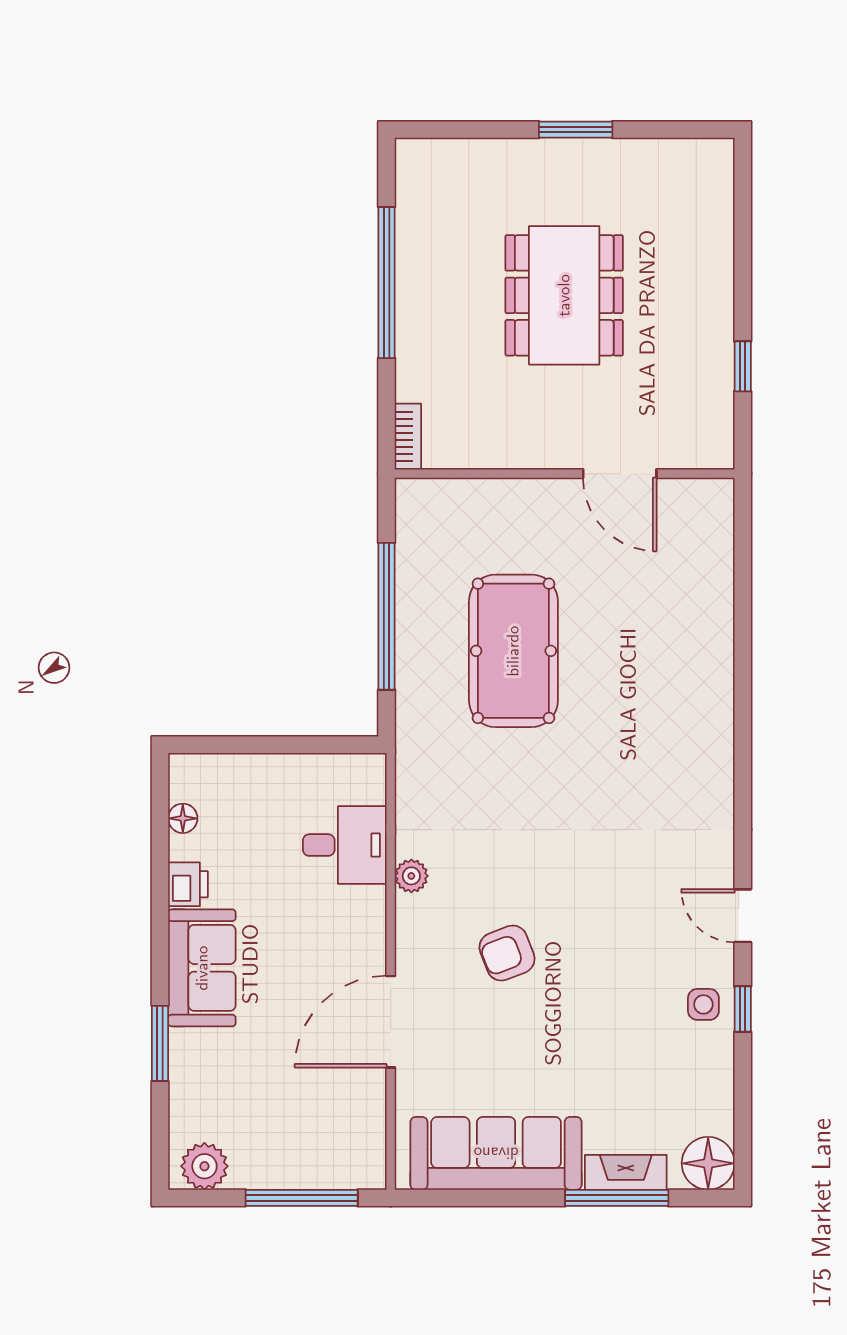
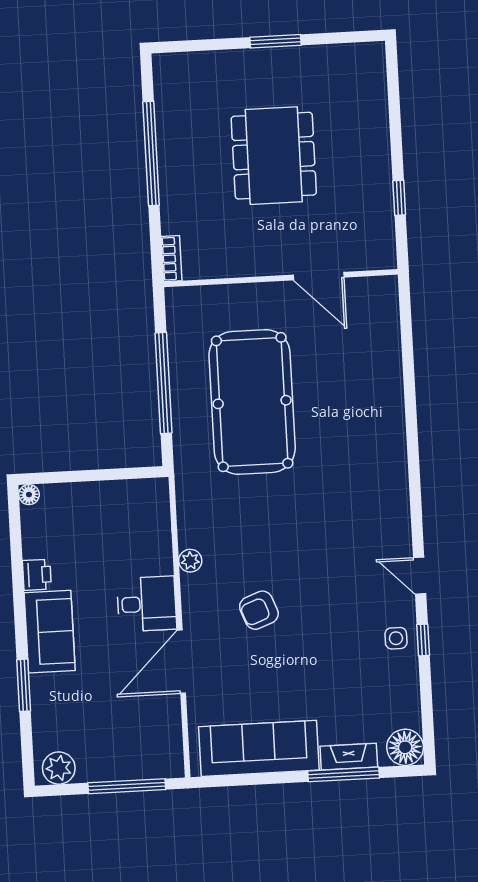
pool table: (513, 651) -> (252, 402), width x1.36, depth x1.32
floor lamp: (183, 818) -> (29, 495), moved
desk: (345, 845) -> (147, 604), moved

